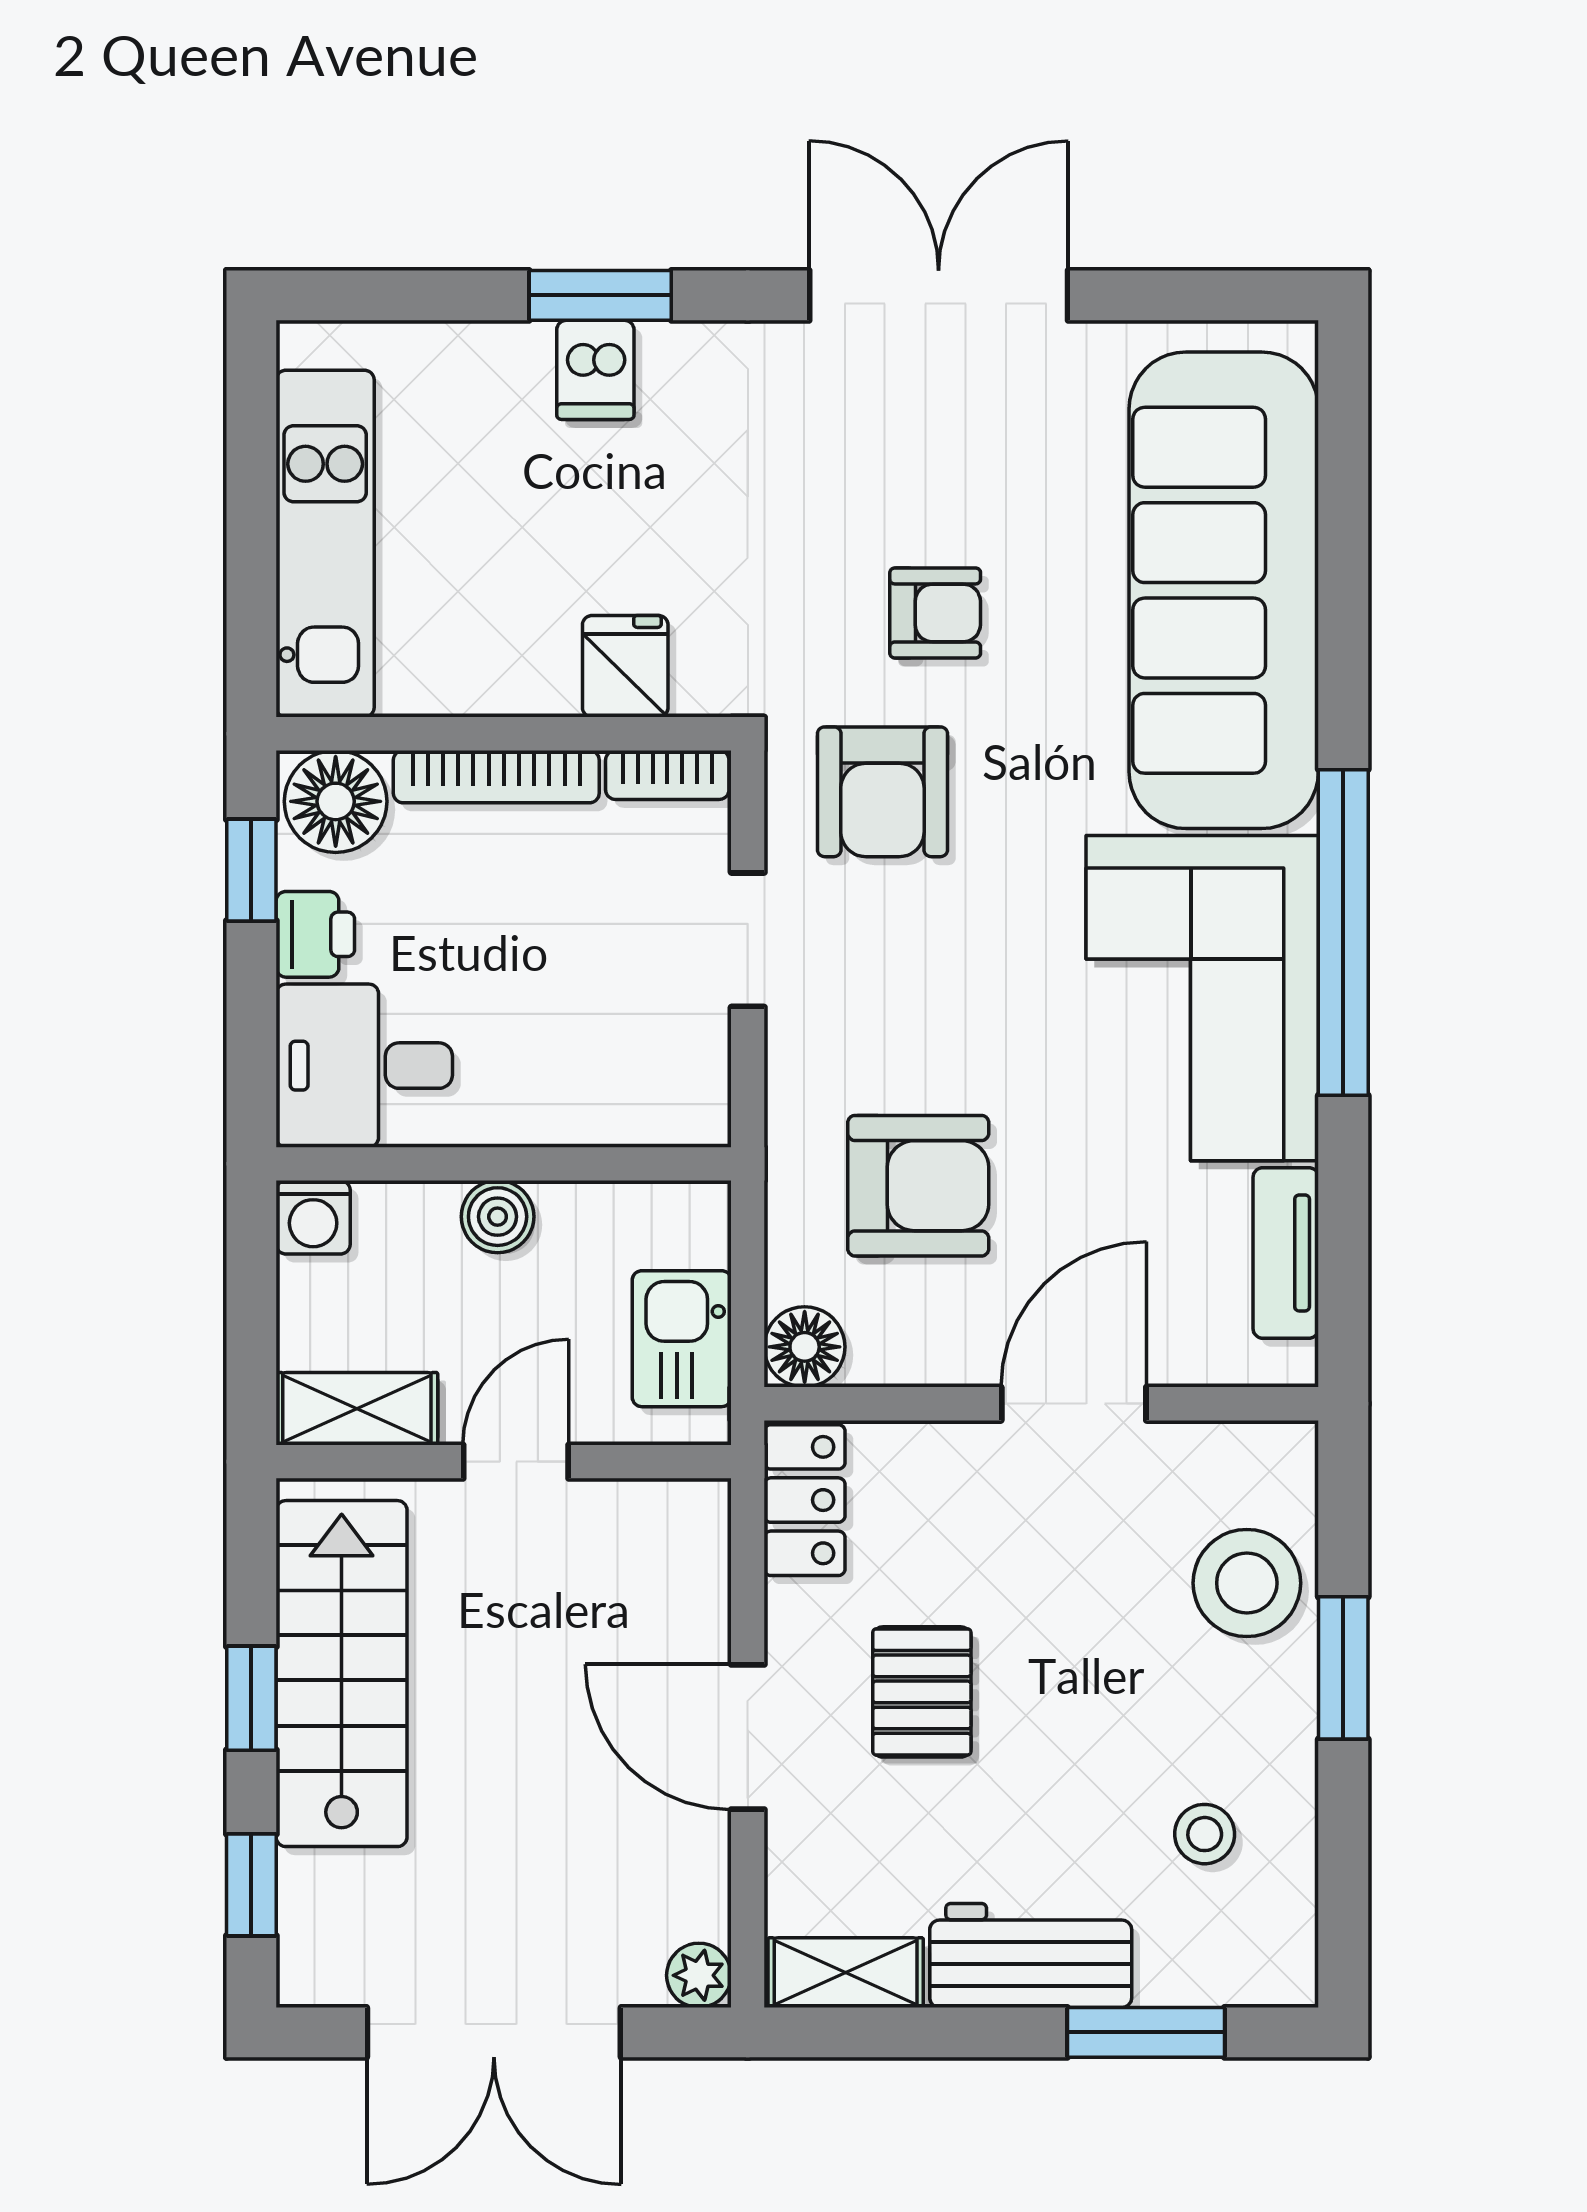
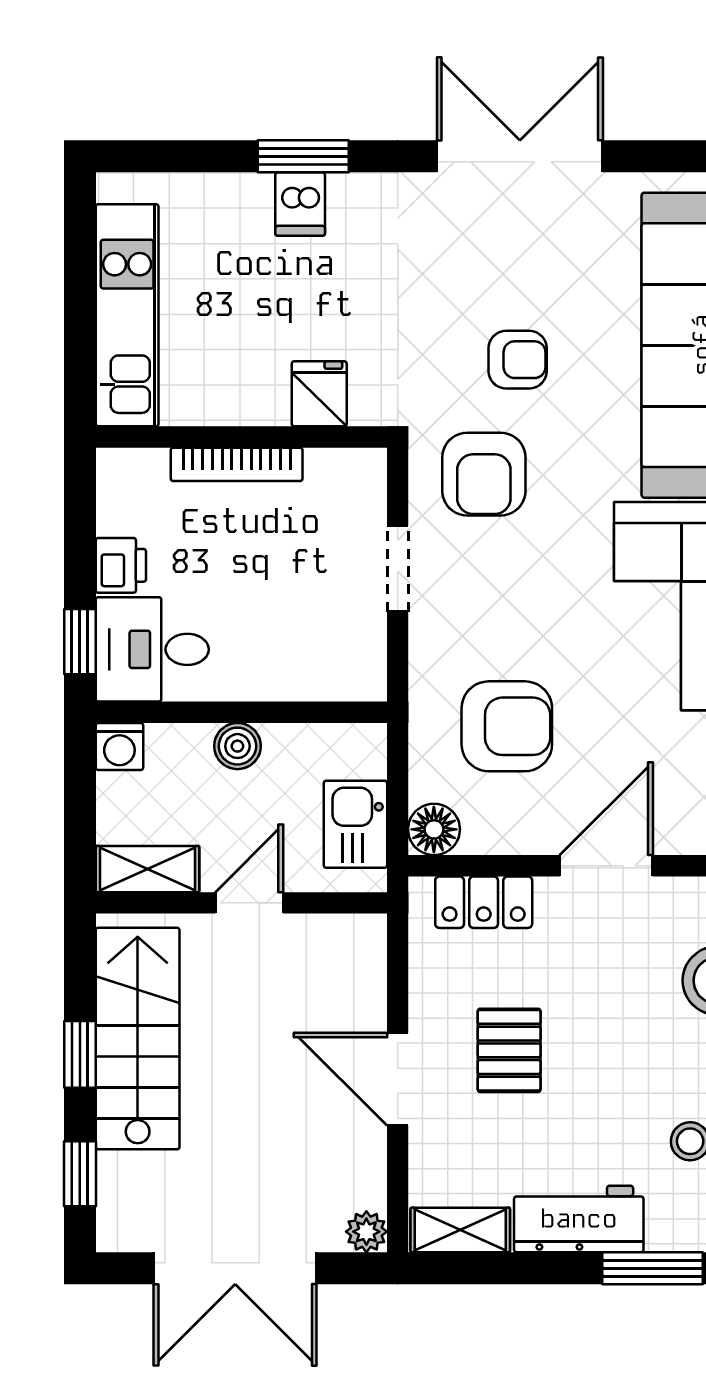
bookcase: (667, 775) -> (346, 463), removed
floor lamp: (336, 801) -> (134, 480), removed
window: (251, 870) -> (80, 642), moved
locker: (805, 1500) -> (484, 902), moved, turned 90

